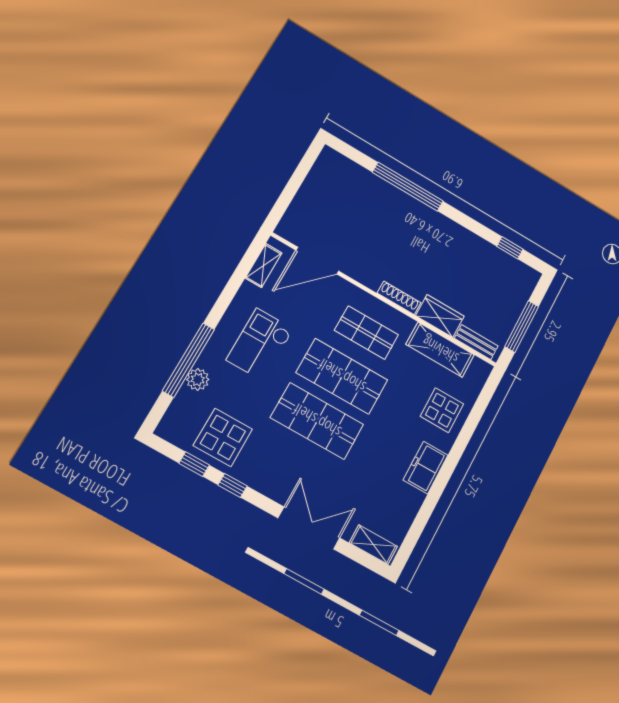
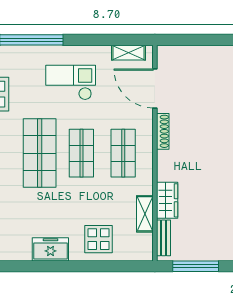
shoe rack: (399, 298) -> (163, 131), moved
shelving: (440, 350) -> (145, 214), width x0.67, depth x0.75
shop shelf: (342, 376) -> (81, 153), width x0.70, depth x0.74
plant: (198, 379) -> (22, 54), removed

